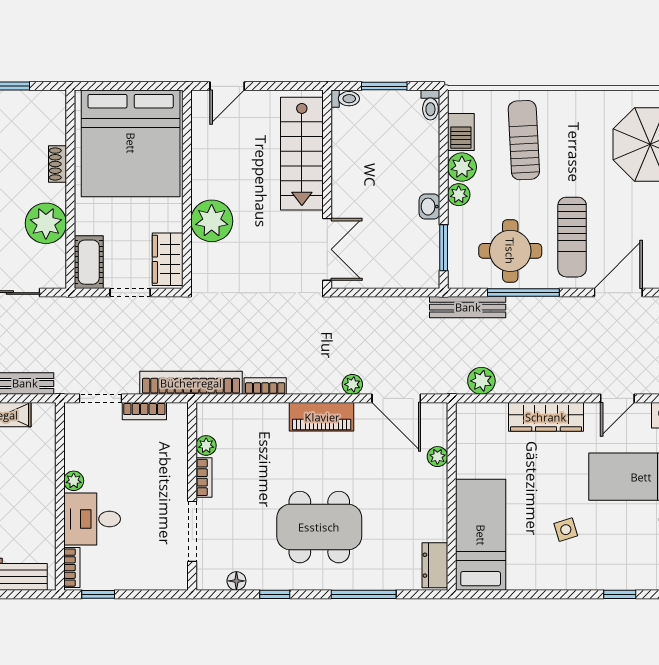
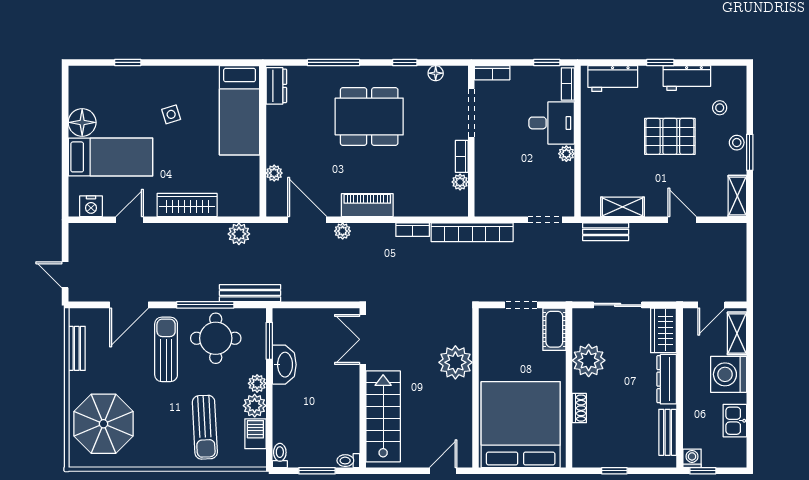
washbasin: (429, 207) -> (284, 365), width x1.91, depth x1.45
wardrobe: (168, 259) -> (491, 332), removed
bookcase: (144, 411) -> (492, 73), moved, turned 180

